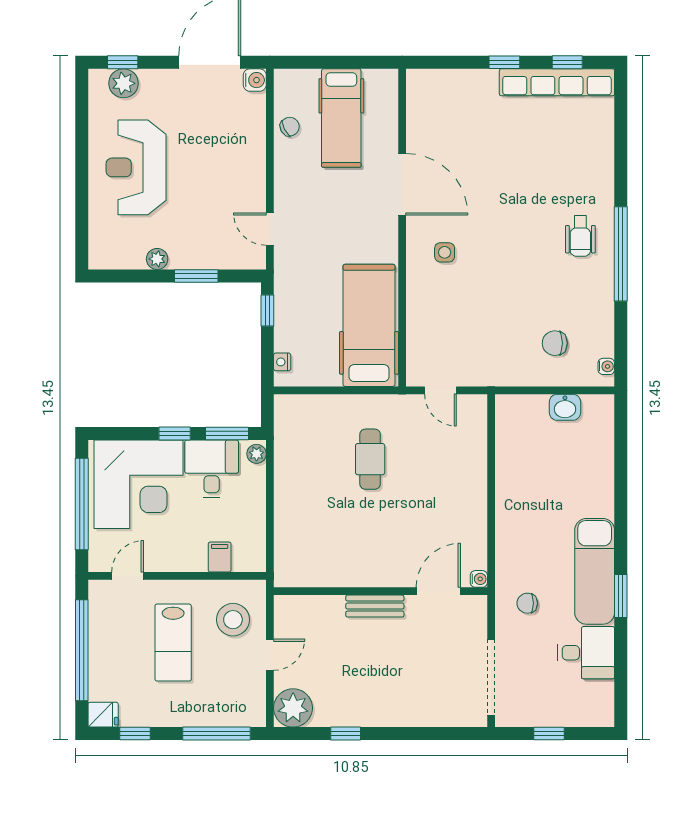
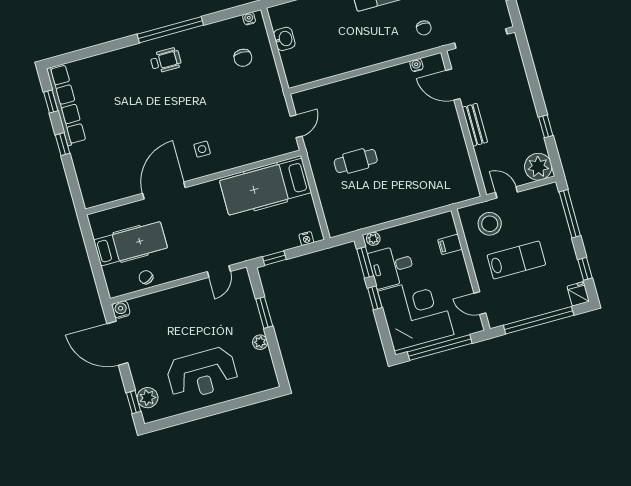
wall: (381, 591) -> (464, 124), moved
door: (438, 591) -> (453, 85), moved
bench: (375, 606) -> (475, 125), moved

